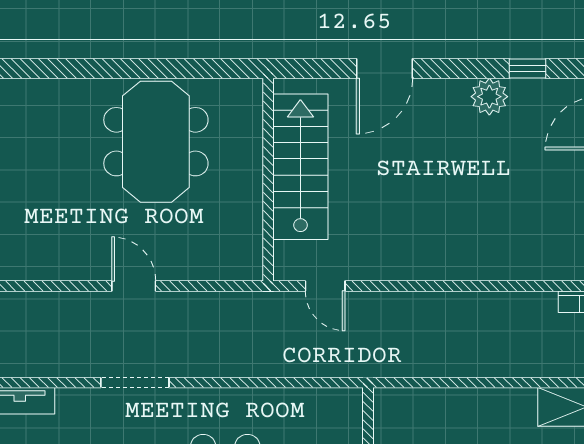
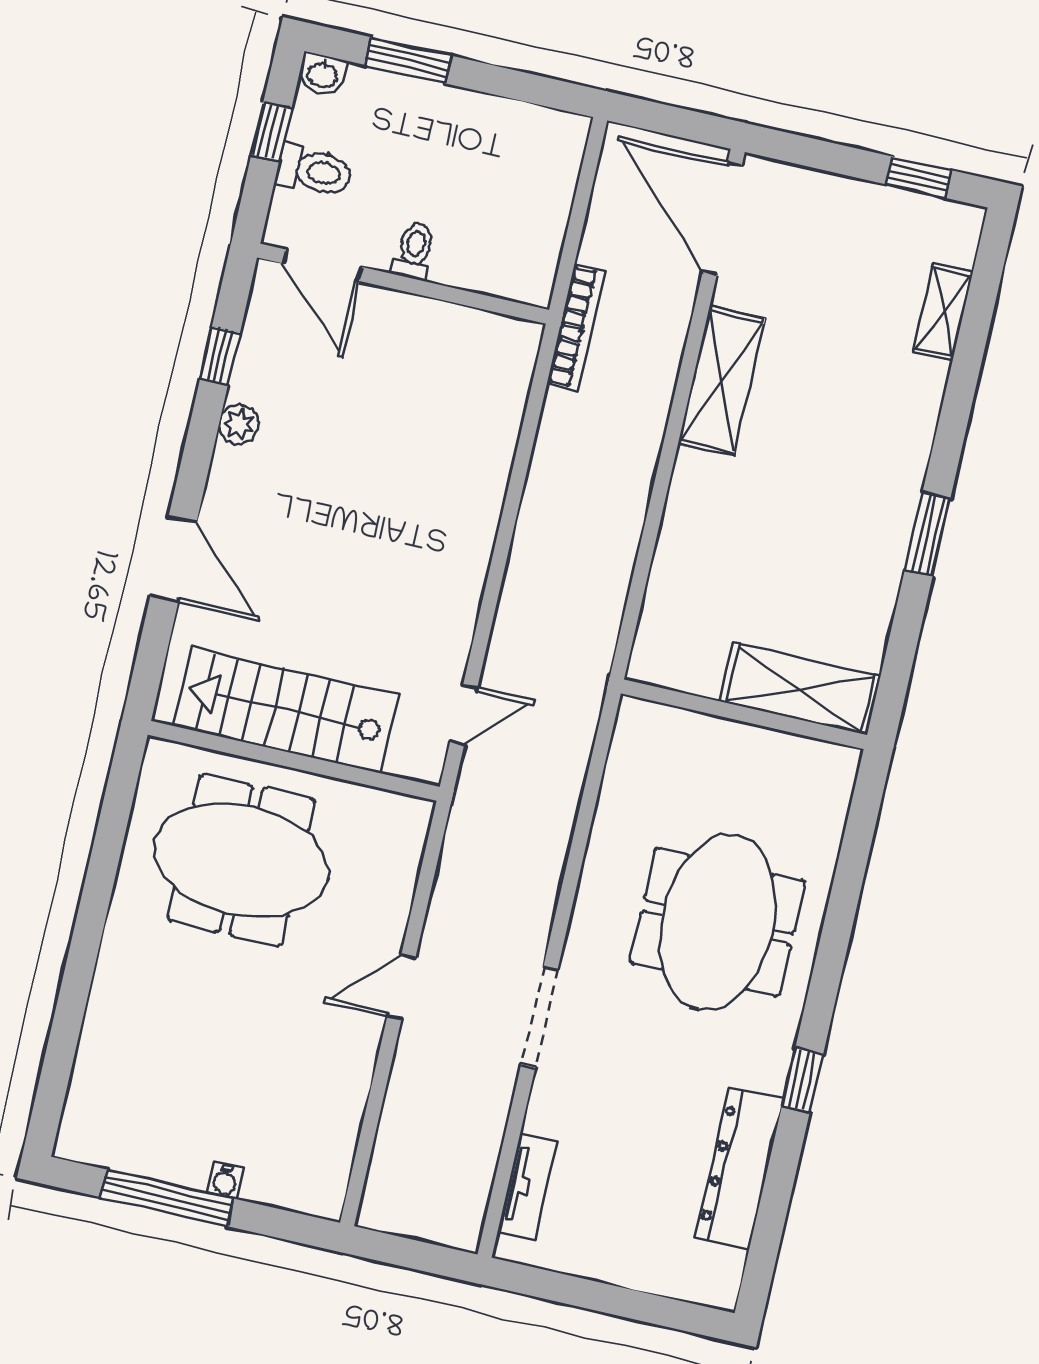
plant: (489, 97) -> (239, 424), width x0.73, depth x0.73
meeting table: (156, 142) -> (241, 860), moved

